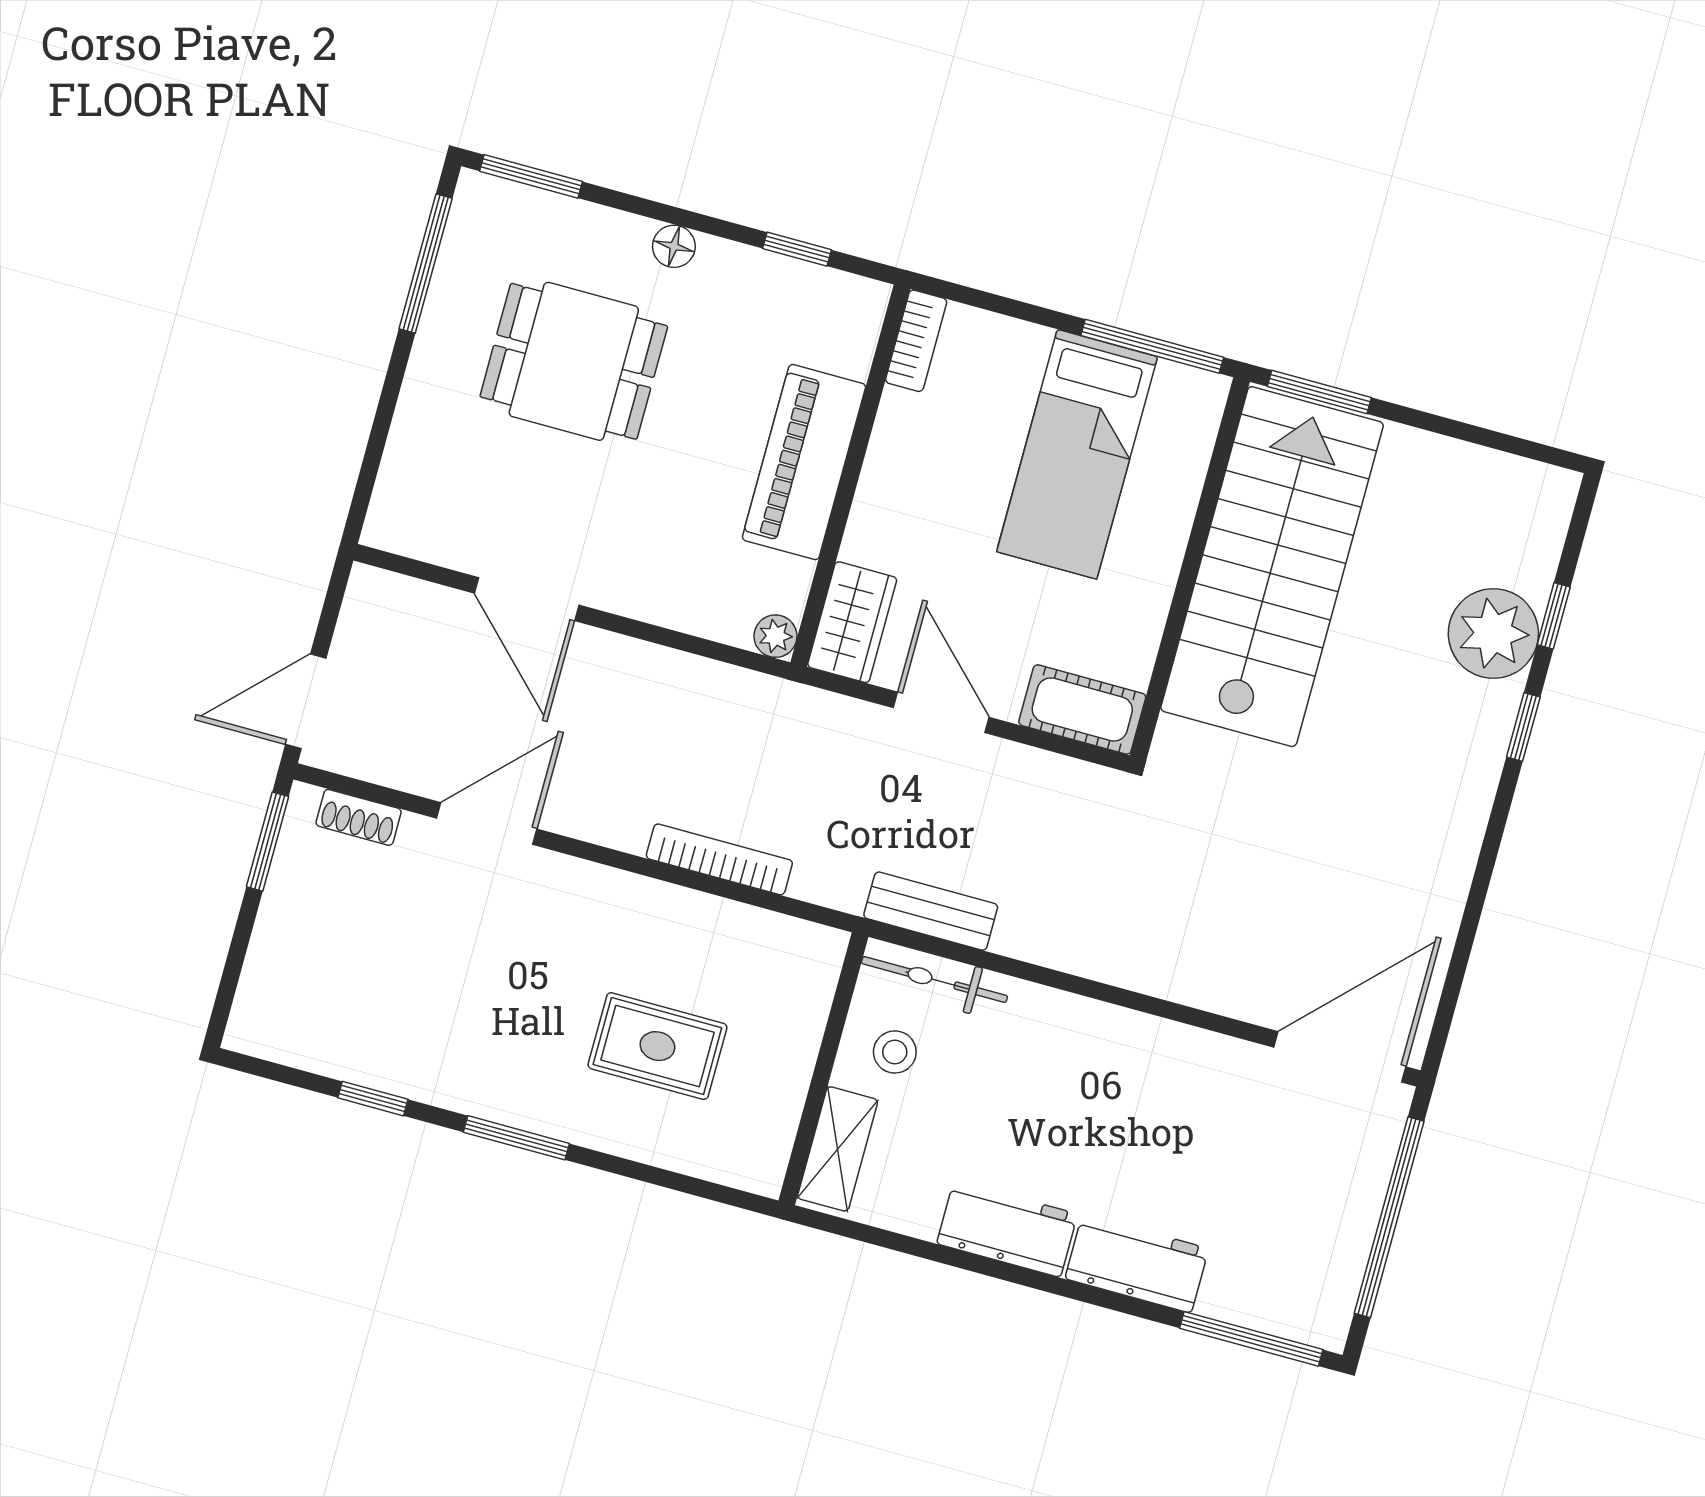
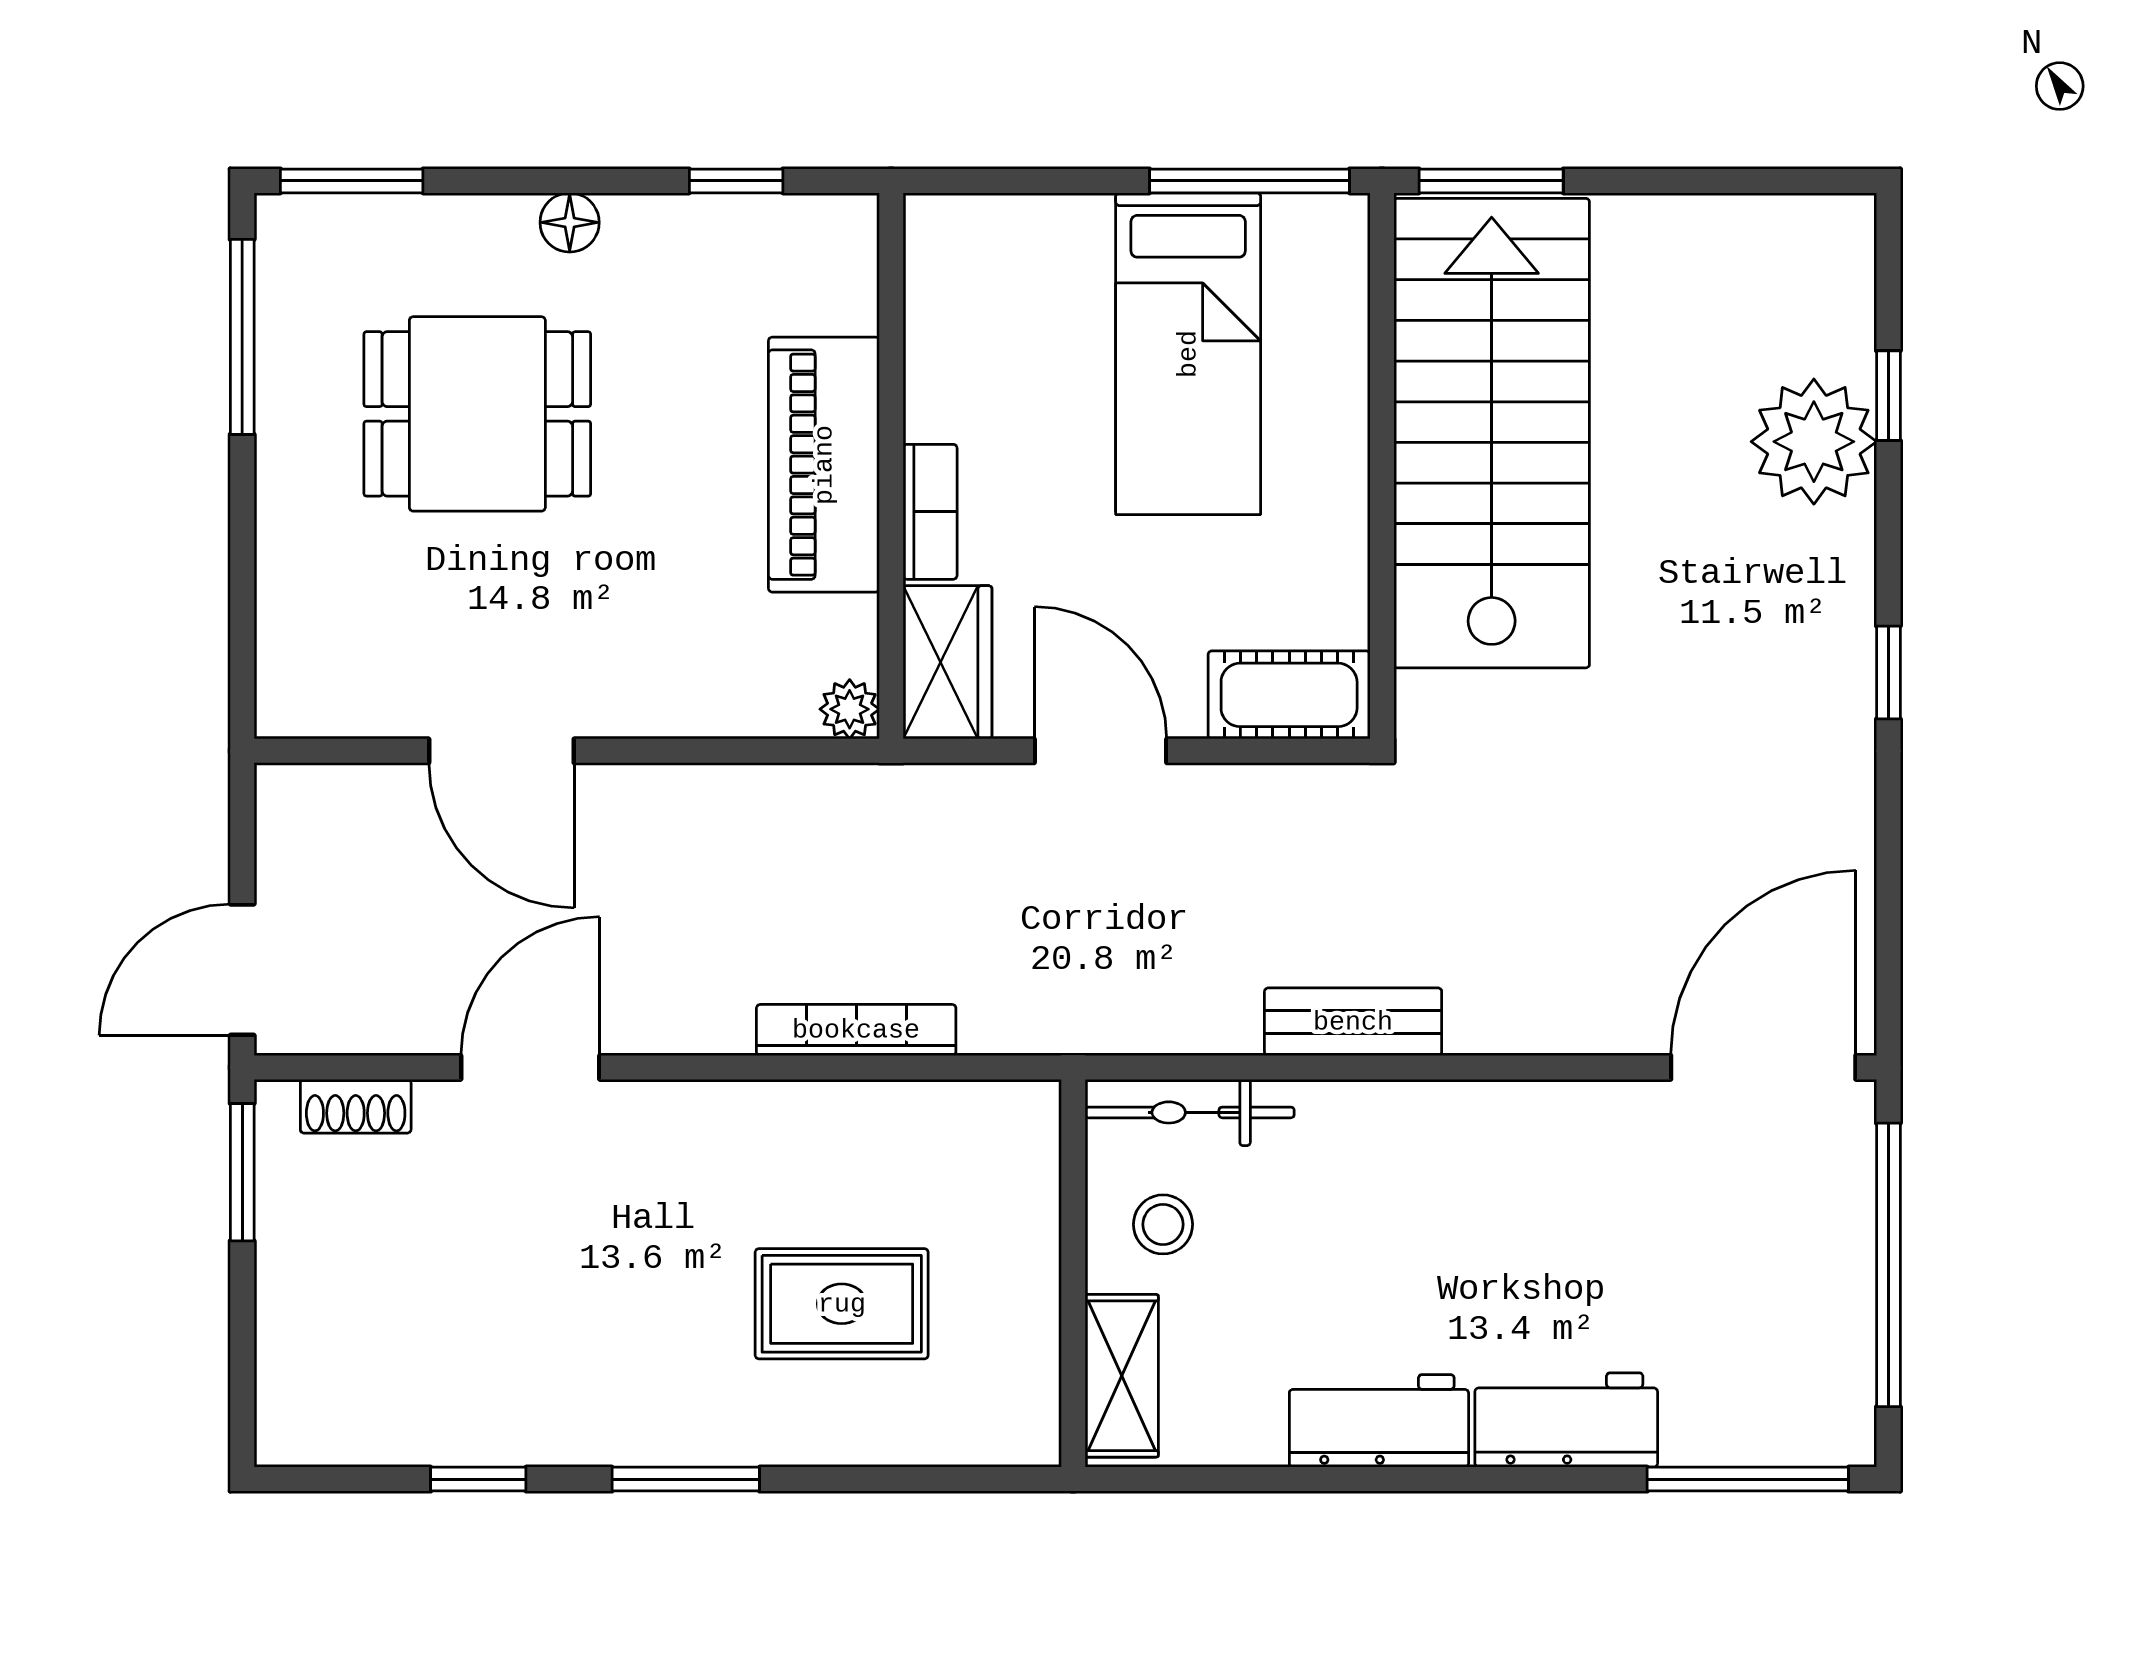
bookcase: (916, 341) -> (930, 512), moved
window: (1523, 727) -> (1888, 672), moved
bench: (931, 911) -> (1353, 1022), moved

